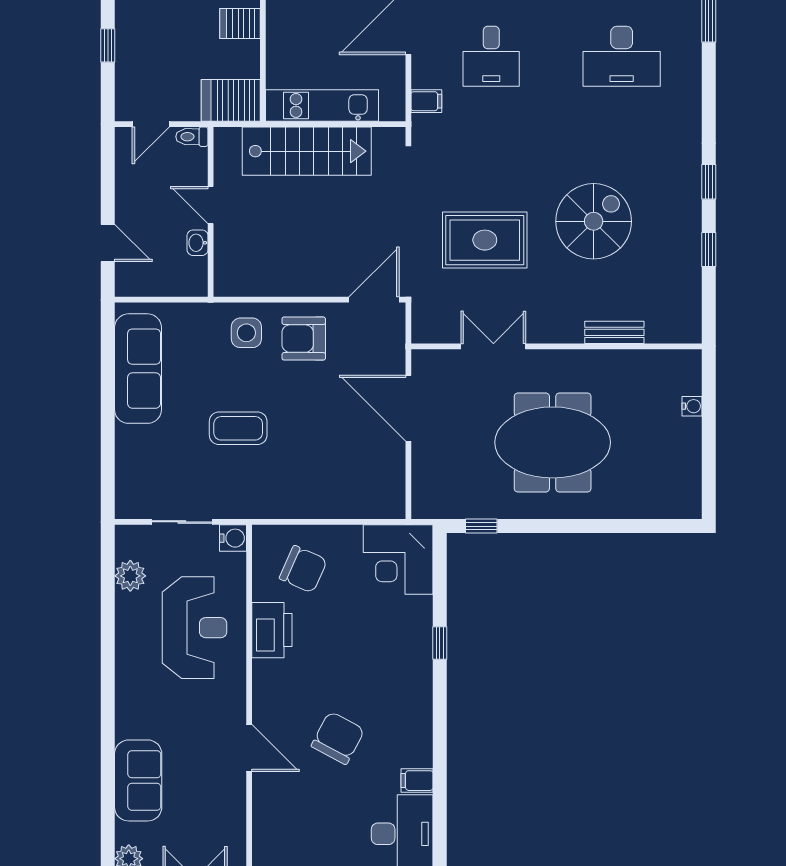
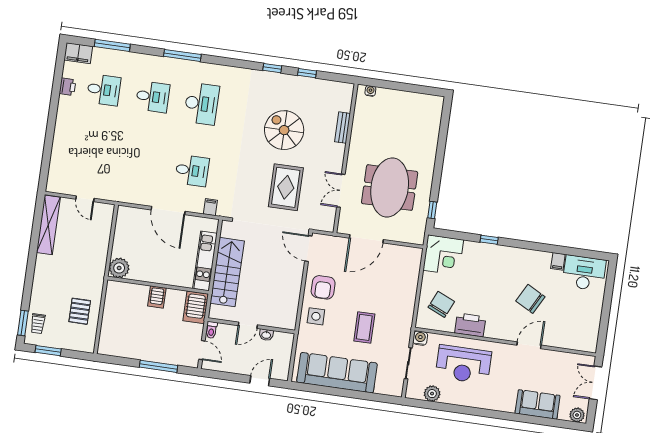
window: (108, 45) -> (158, 366), width x2.17
sofa: (138, 369) -> (337, 373), width x1.36, depth x1.27
water cooler: (692, 406) -> (370, 91), moved
meeting table: (553, 442) -> (390, 188), moved
reception desk: (195, 628) -> (463, 364), turned 180

